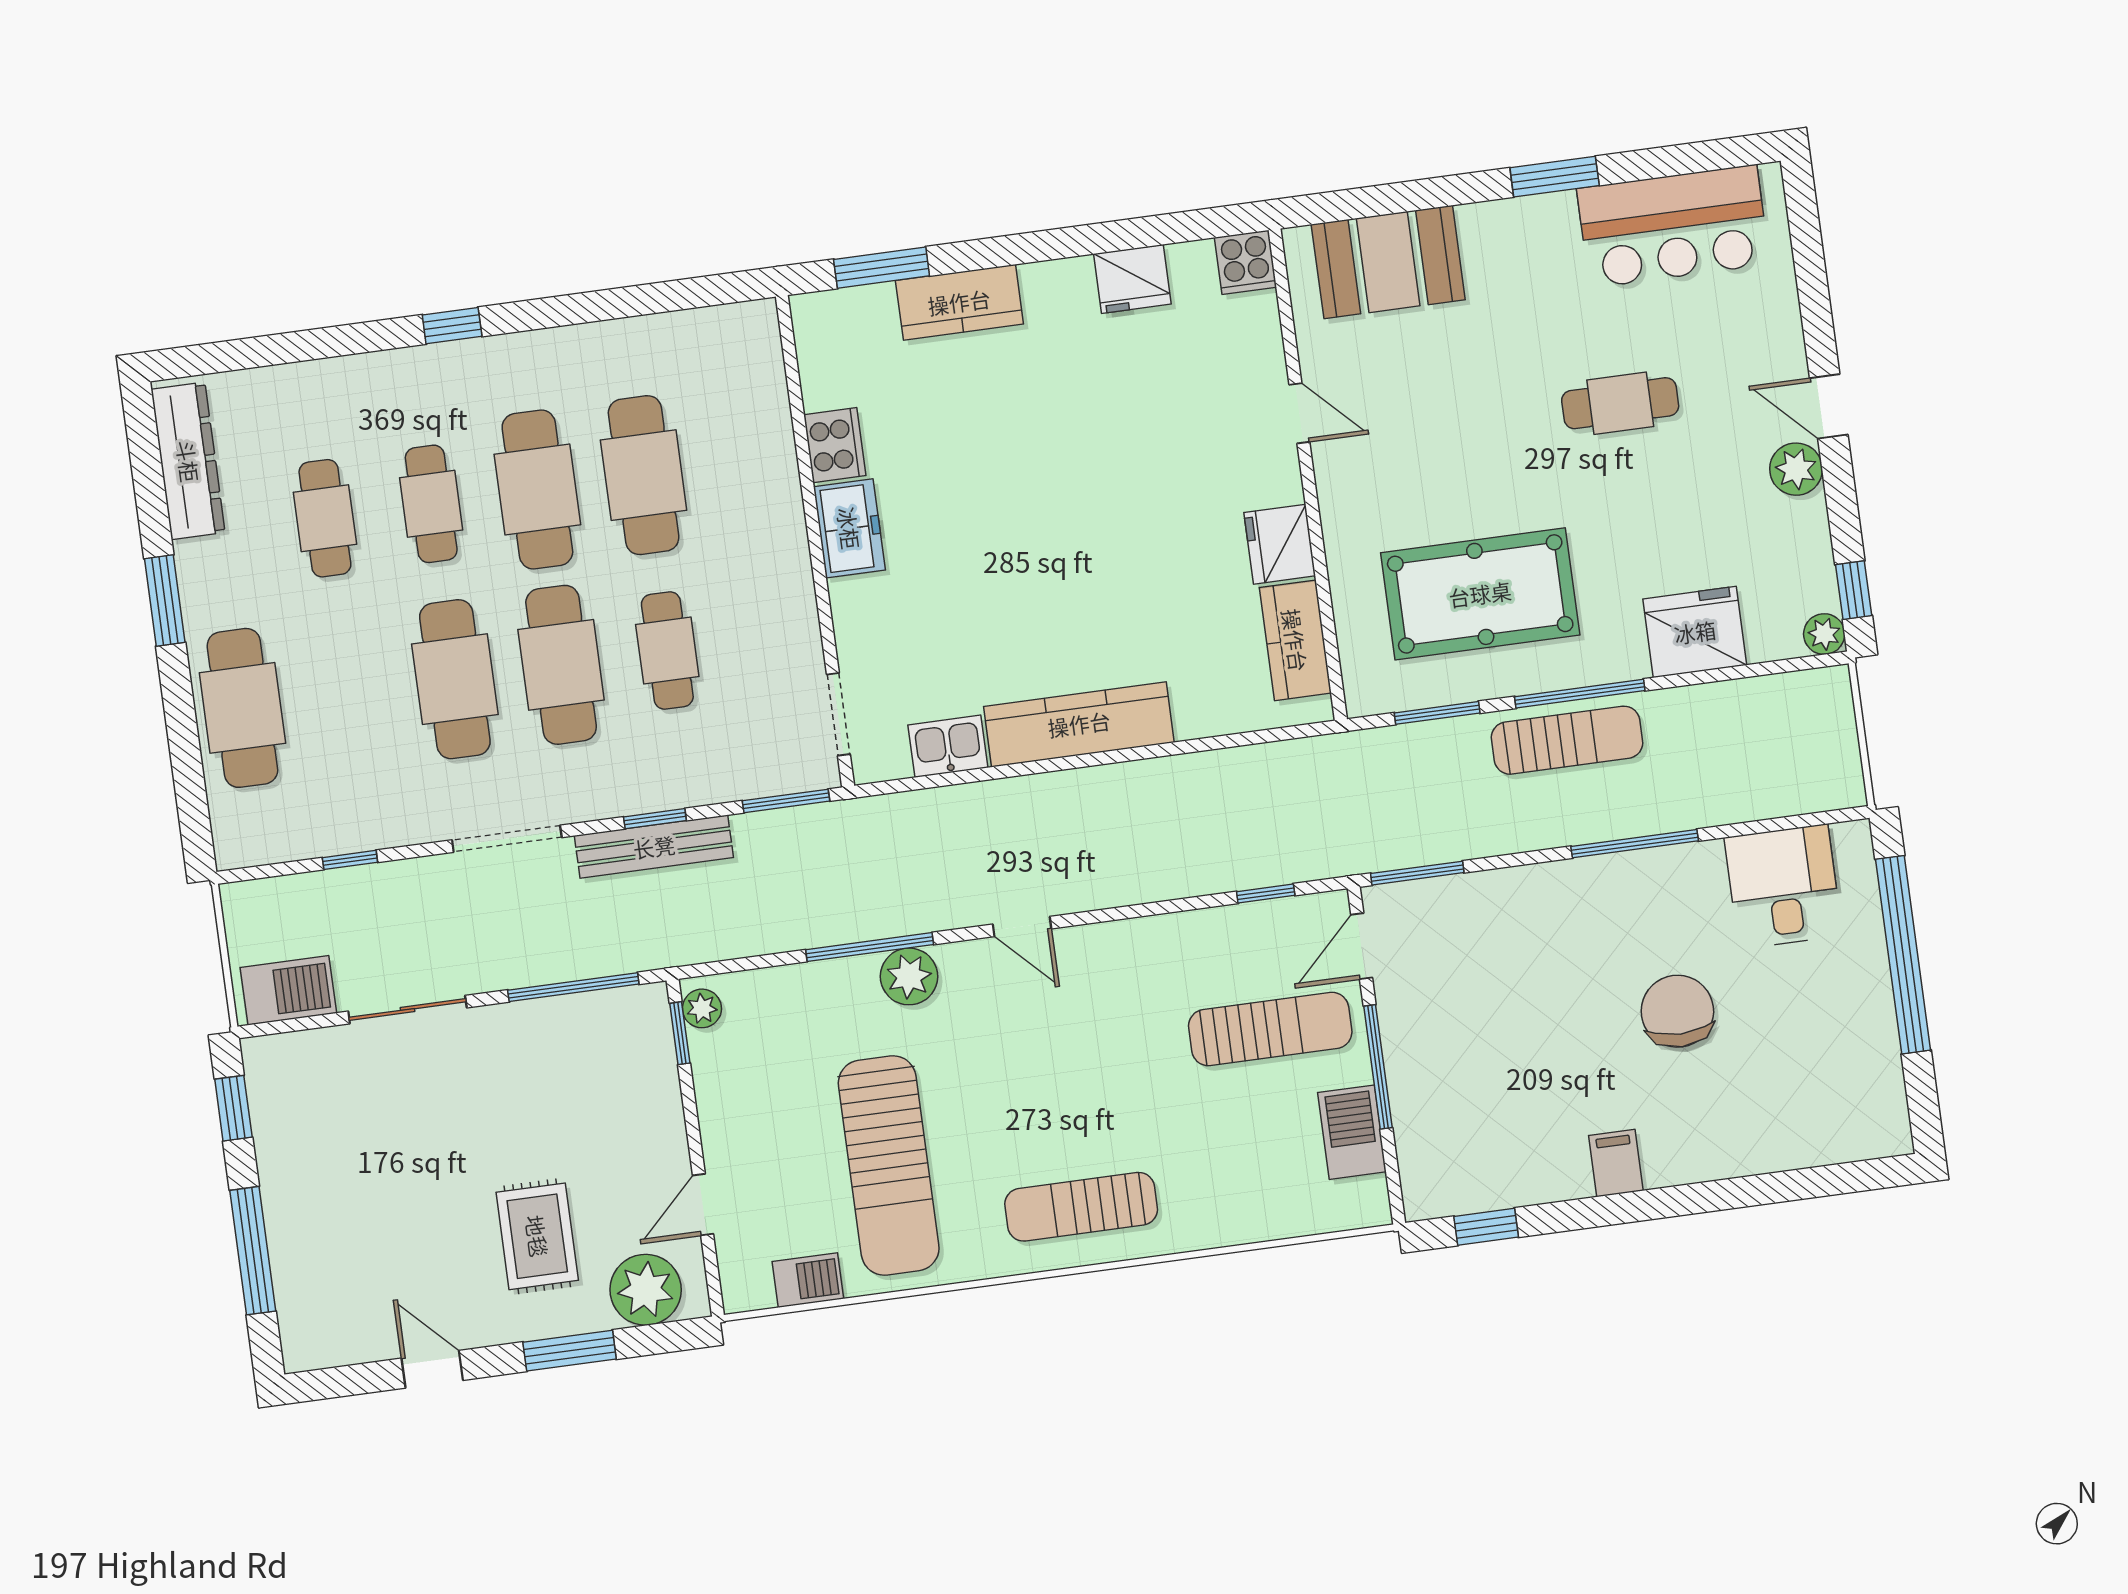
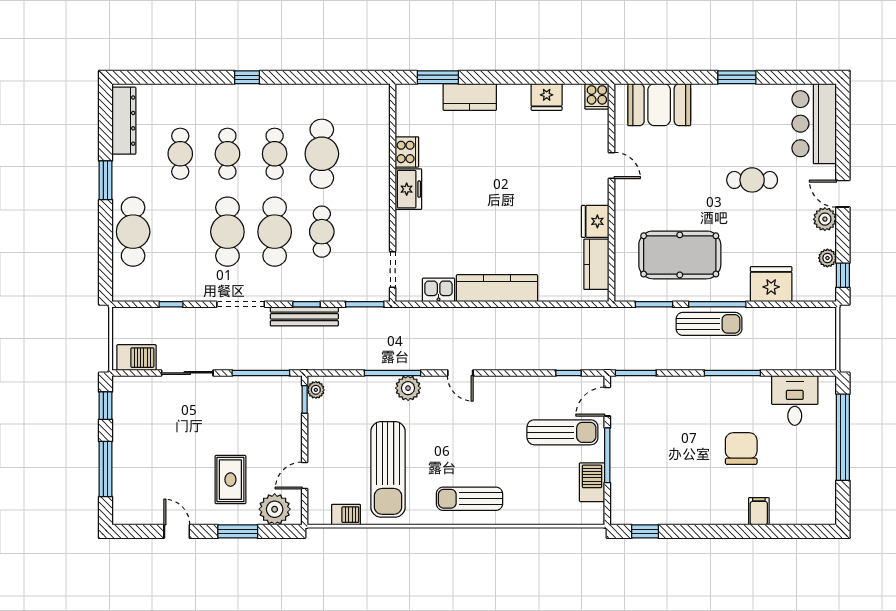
bar counter: (1673, 226) -> (814, 124), moved, turned 90
cafe table: (537, 489) -> (275, 154), width x0.73, depth x0.74
plant: (1824, 634) -> (827, 258), moved
filing cabinet: (1616, 1163) -> (759, 511), moved

